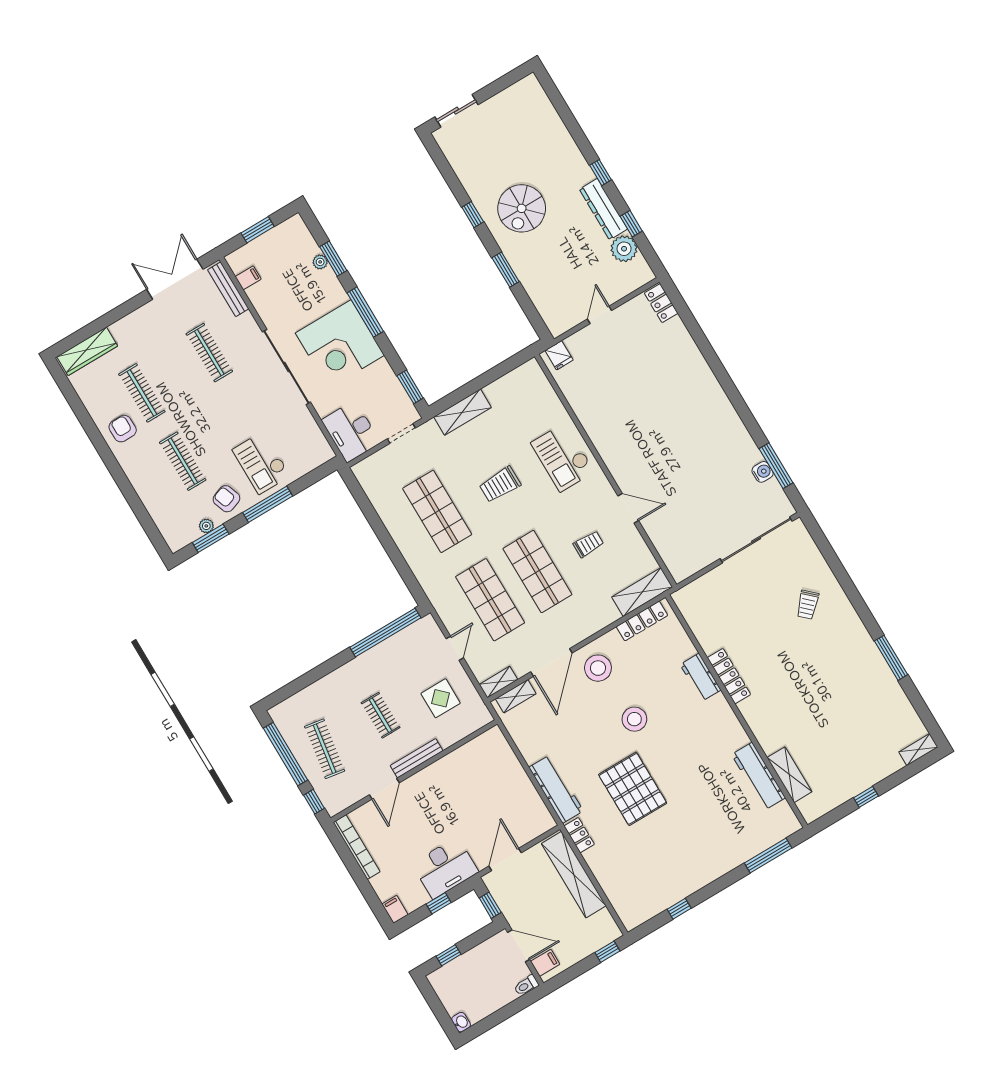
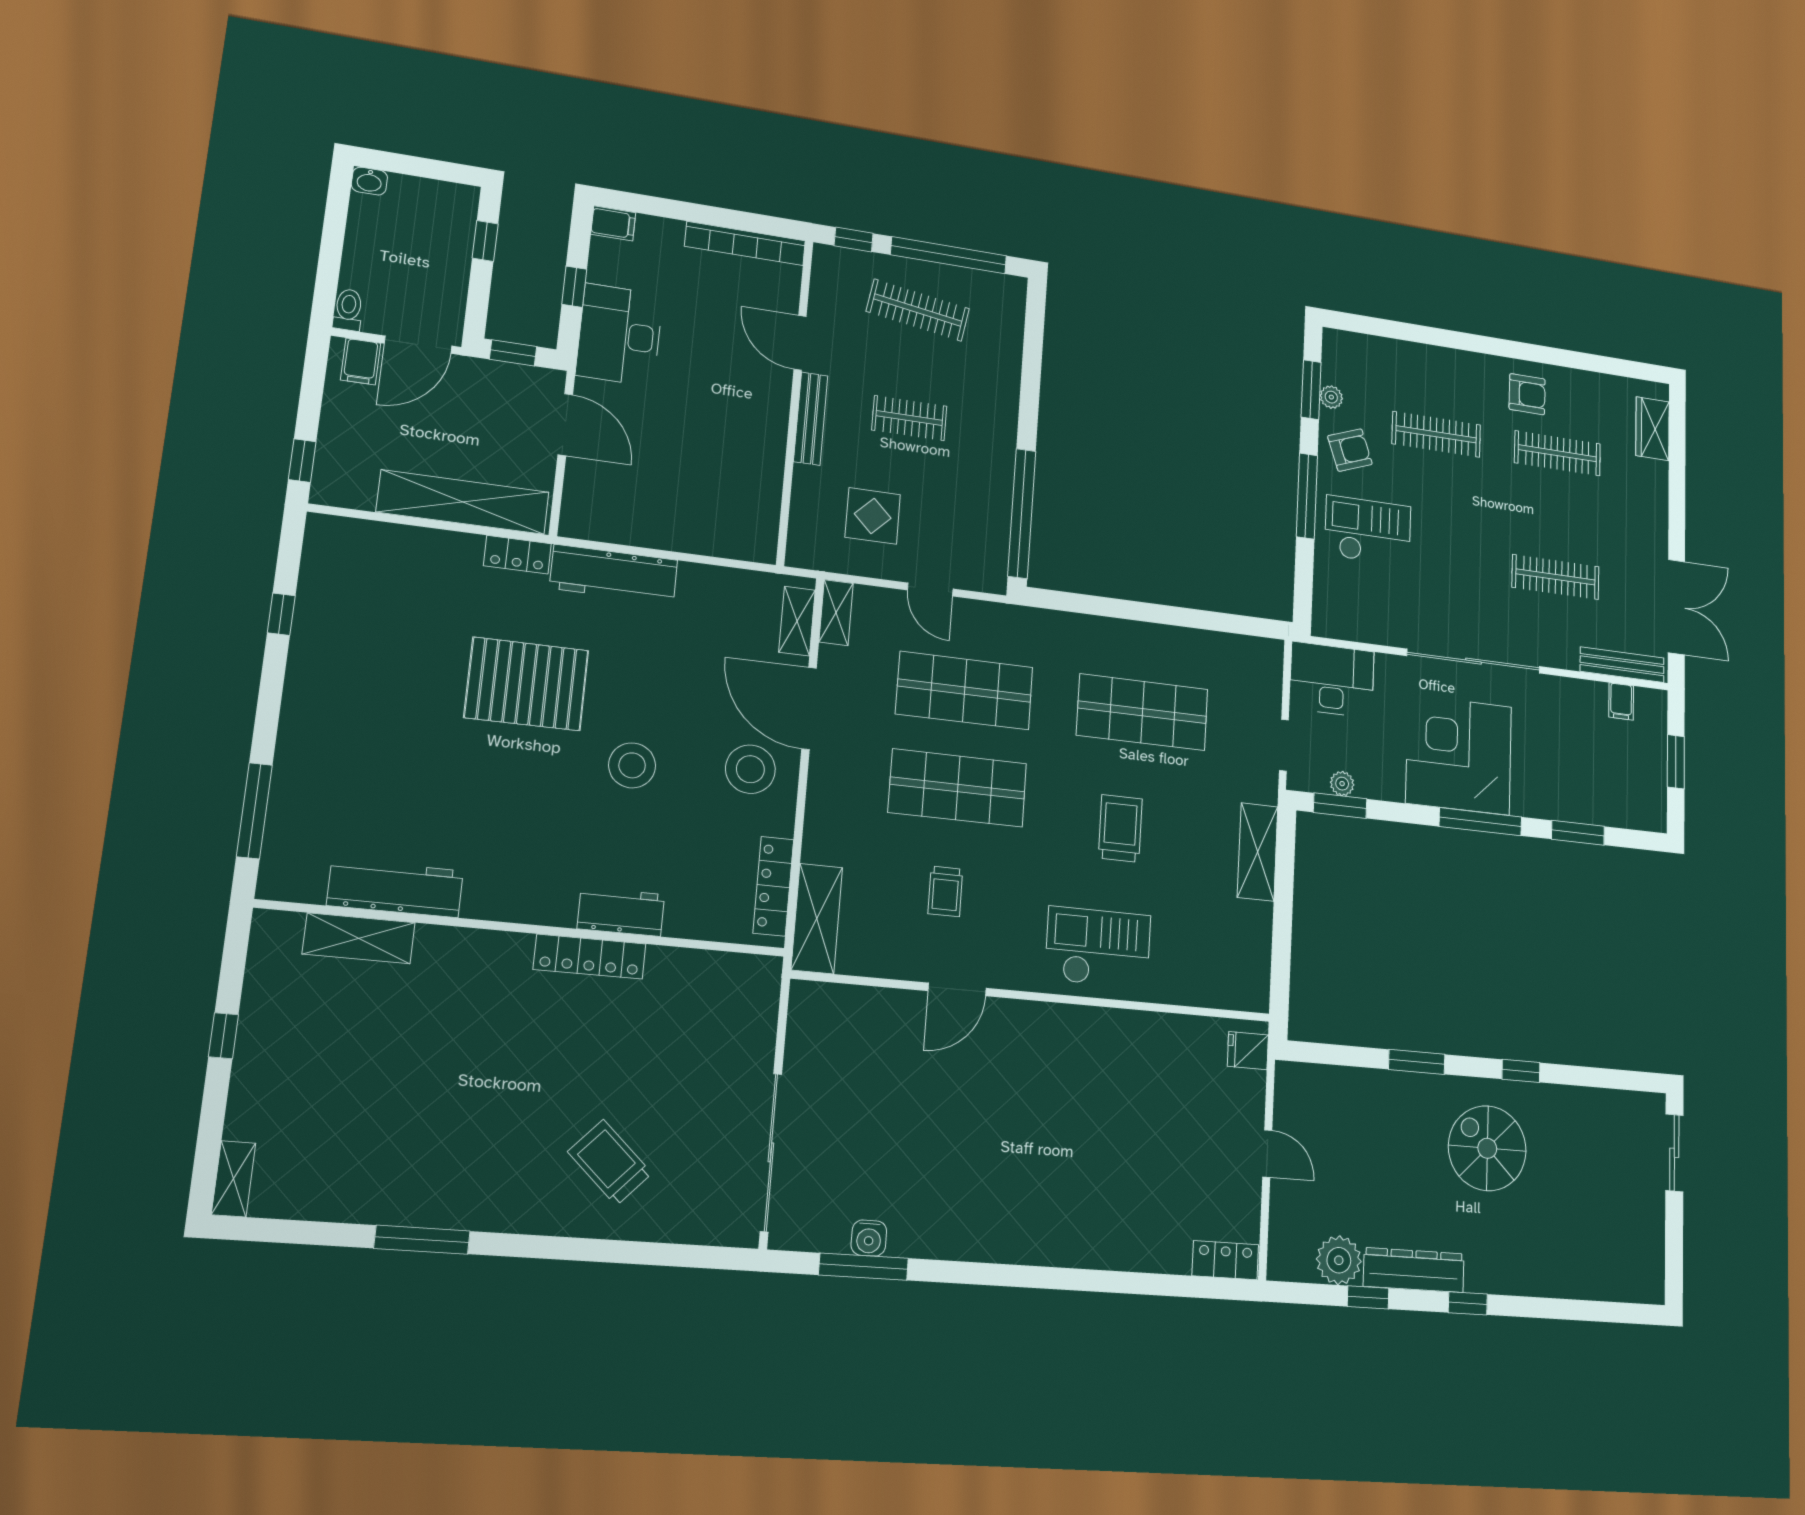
plant: (320, 262) -> (1342, 784), moved
wardrobe: (87, 351) -> (1652, 429), width x0.67
trolley: (808, 605) -> (610, 1163), width x1.36, depth x1.39

